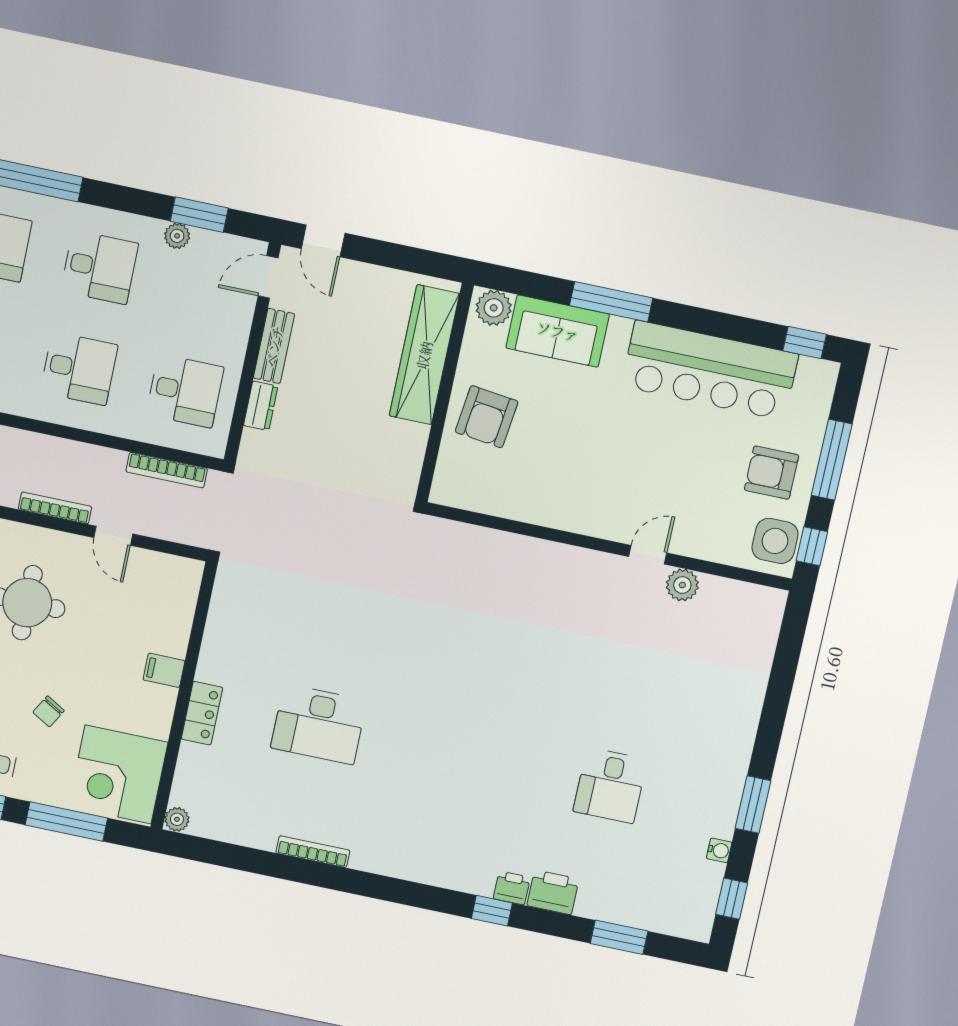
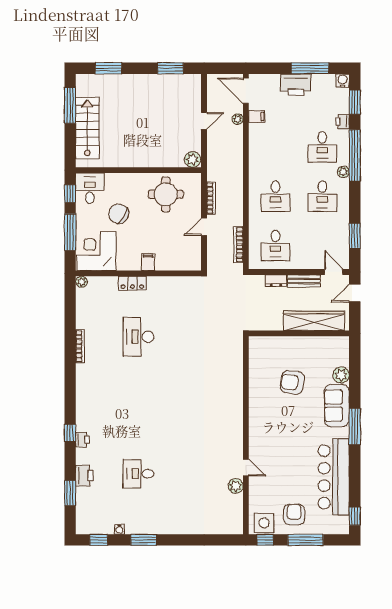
plant: (177, 236) -> (343, 172), moved
wardrobe: (424, 355) -> (314, 321), moved
wall: (445, 393) -> (299, 333), moved
chair: (48, 711) -> (119, 214), width x1.87, depth x1.87
printer: (553, 892) -> (84, 476), moved

